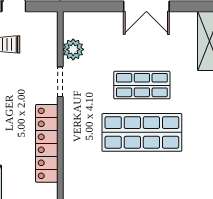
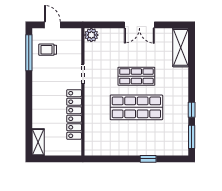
plant: (73, 49) -> (91, 35), moved

